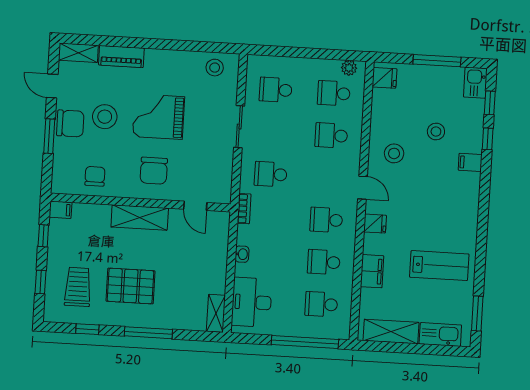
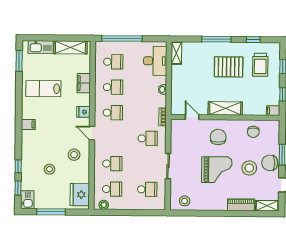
fridge: (385, 78) -> (80, 195), width x1.88, depth x1.34
filing cabinet: (470, 162) -> (28, 125), moved

